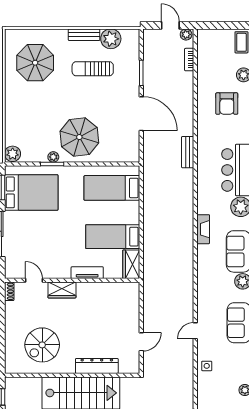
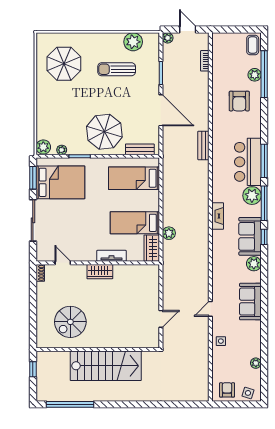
plant: (186, 34) -> (168, 38), moved
bench: (84, 35) -> (140, 149), moved
plant: (53, 157) -> (62, 150), moved
plant: (150, 248) -> (169, 233), added
wardrobe: (62, 290) -> (100, 272), moved
dresser: (97, 366) -> (120, 341), removed

